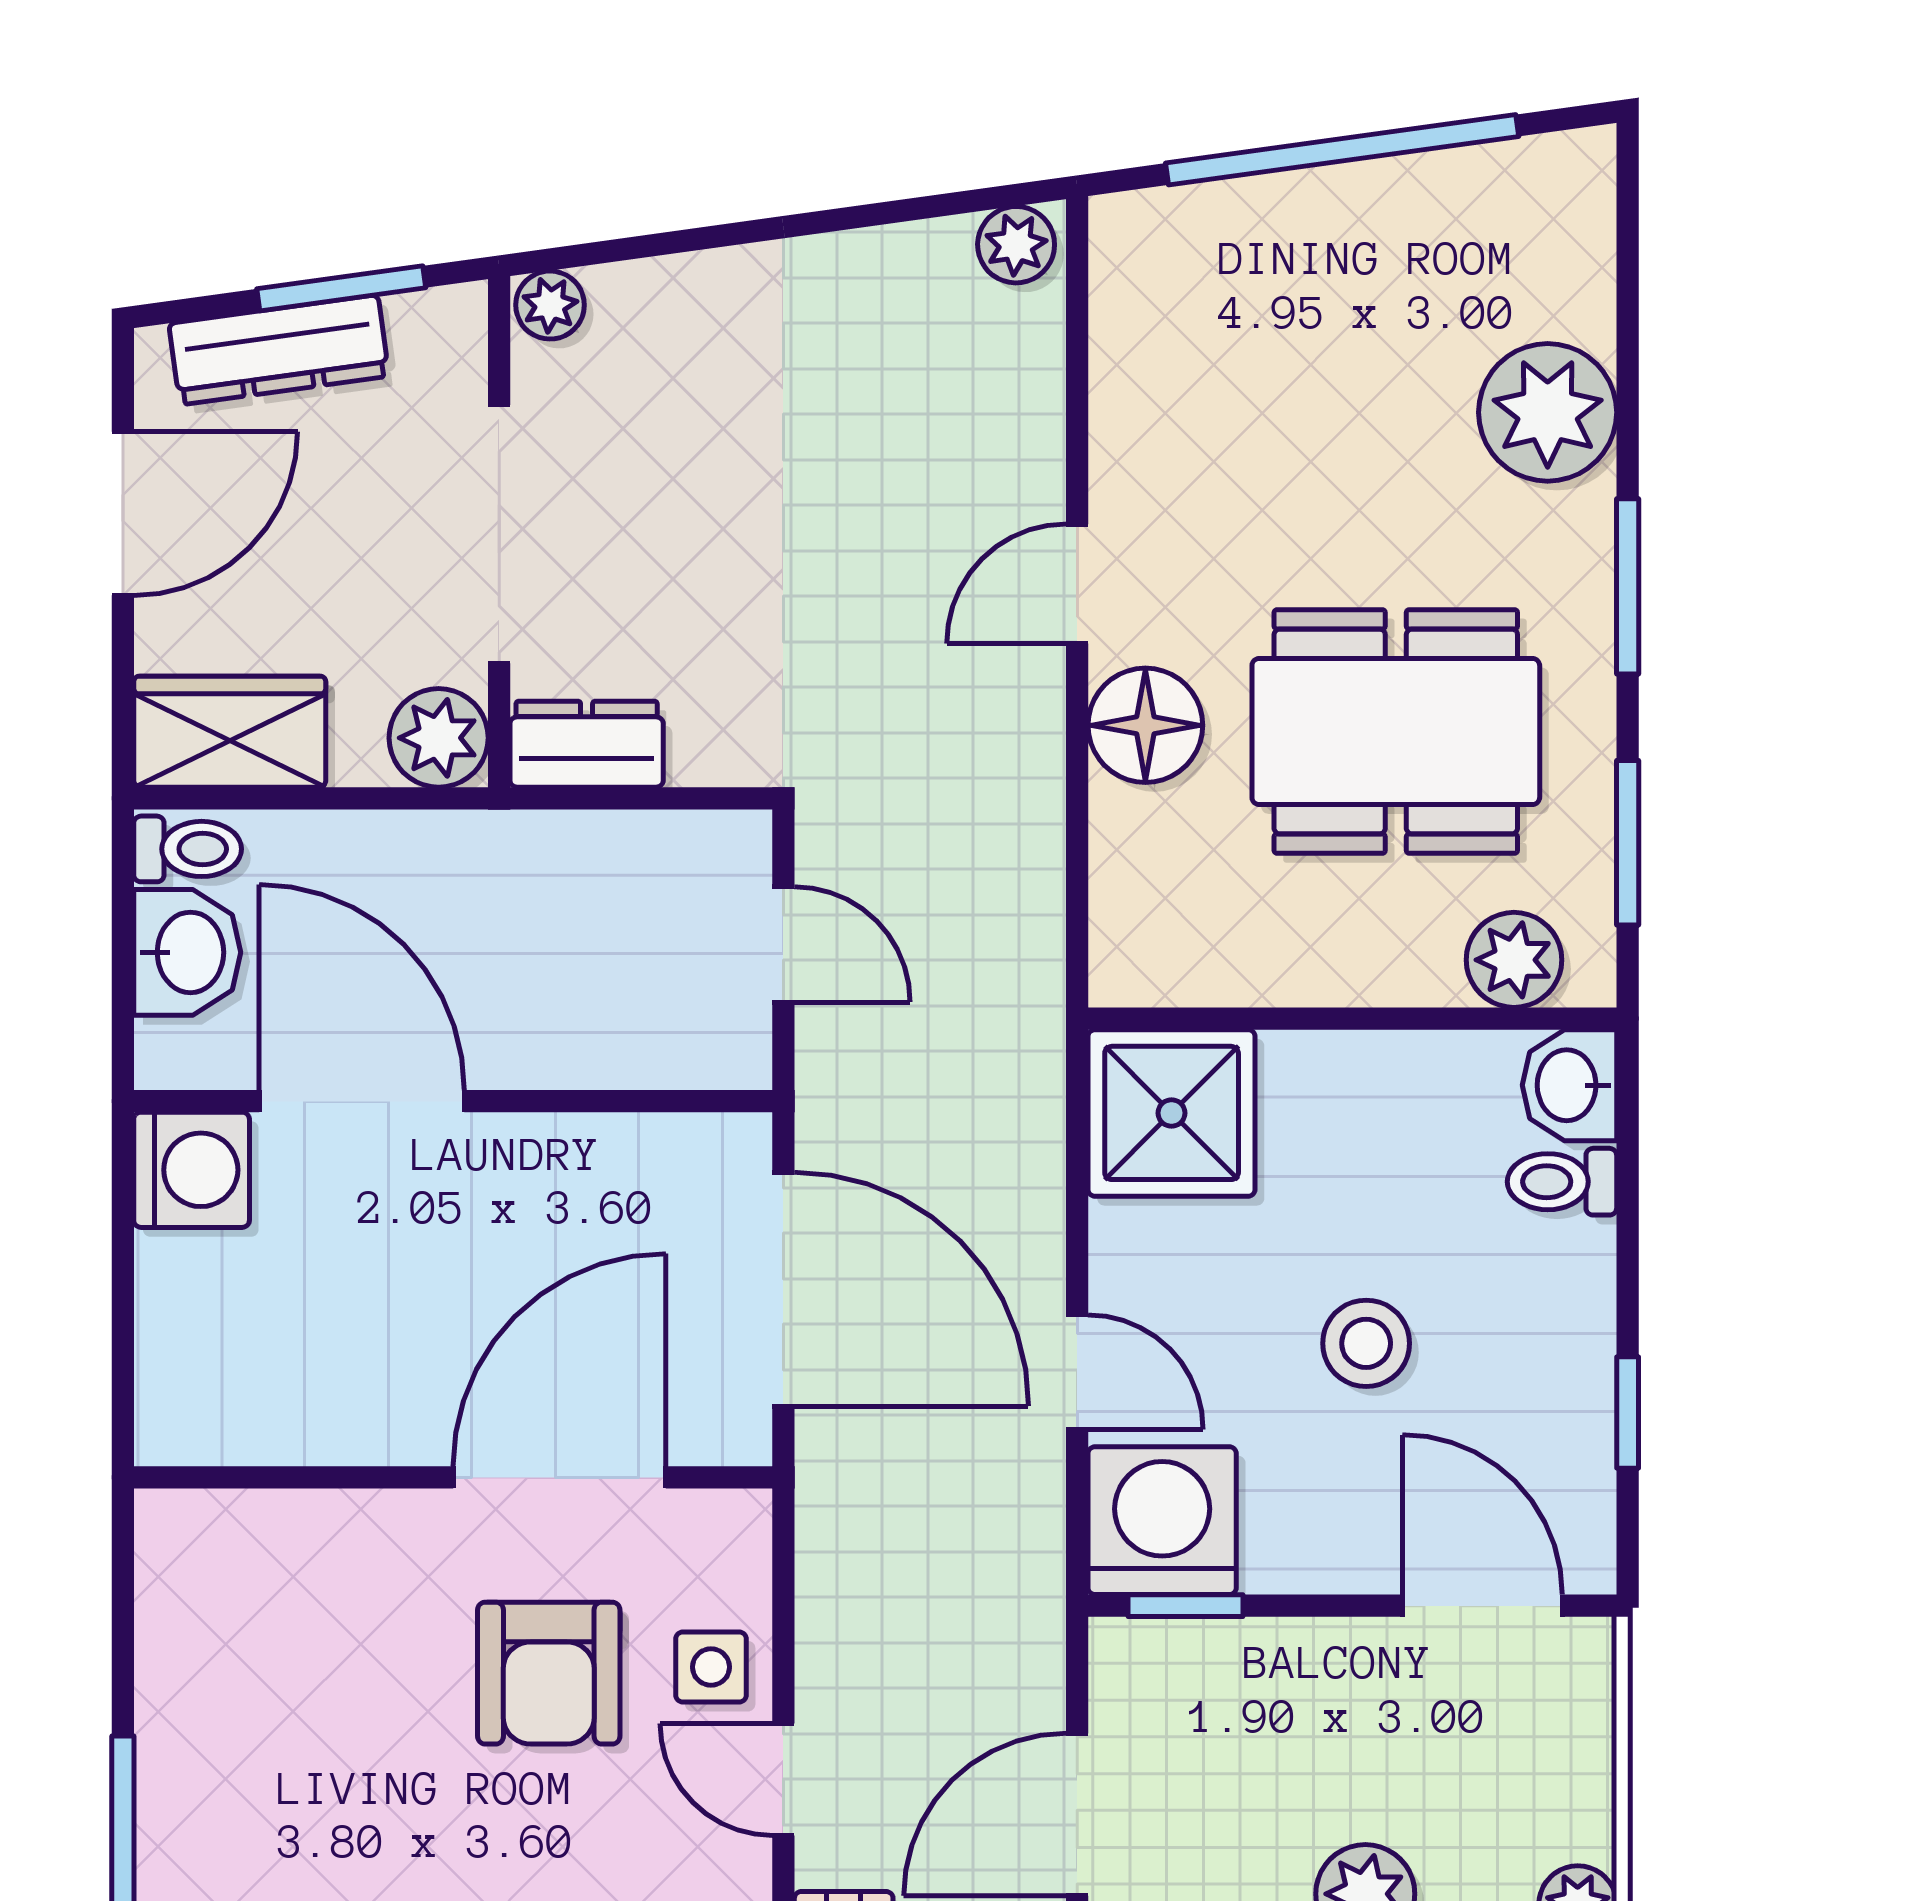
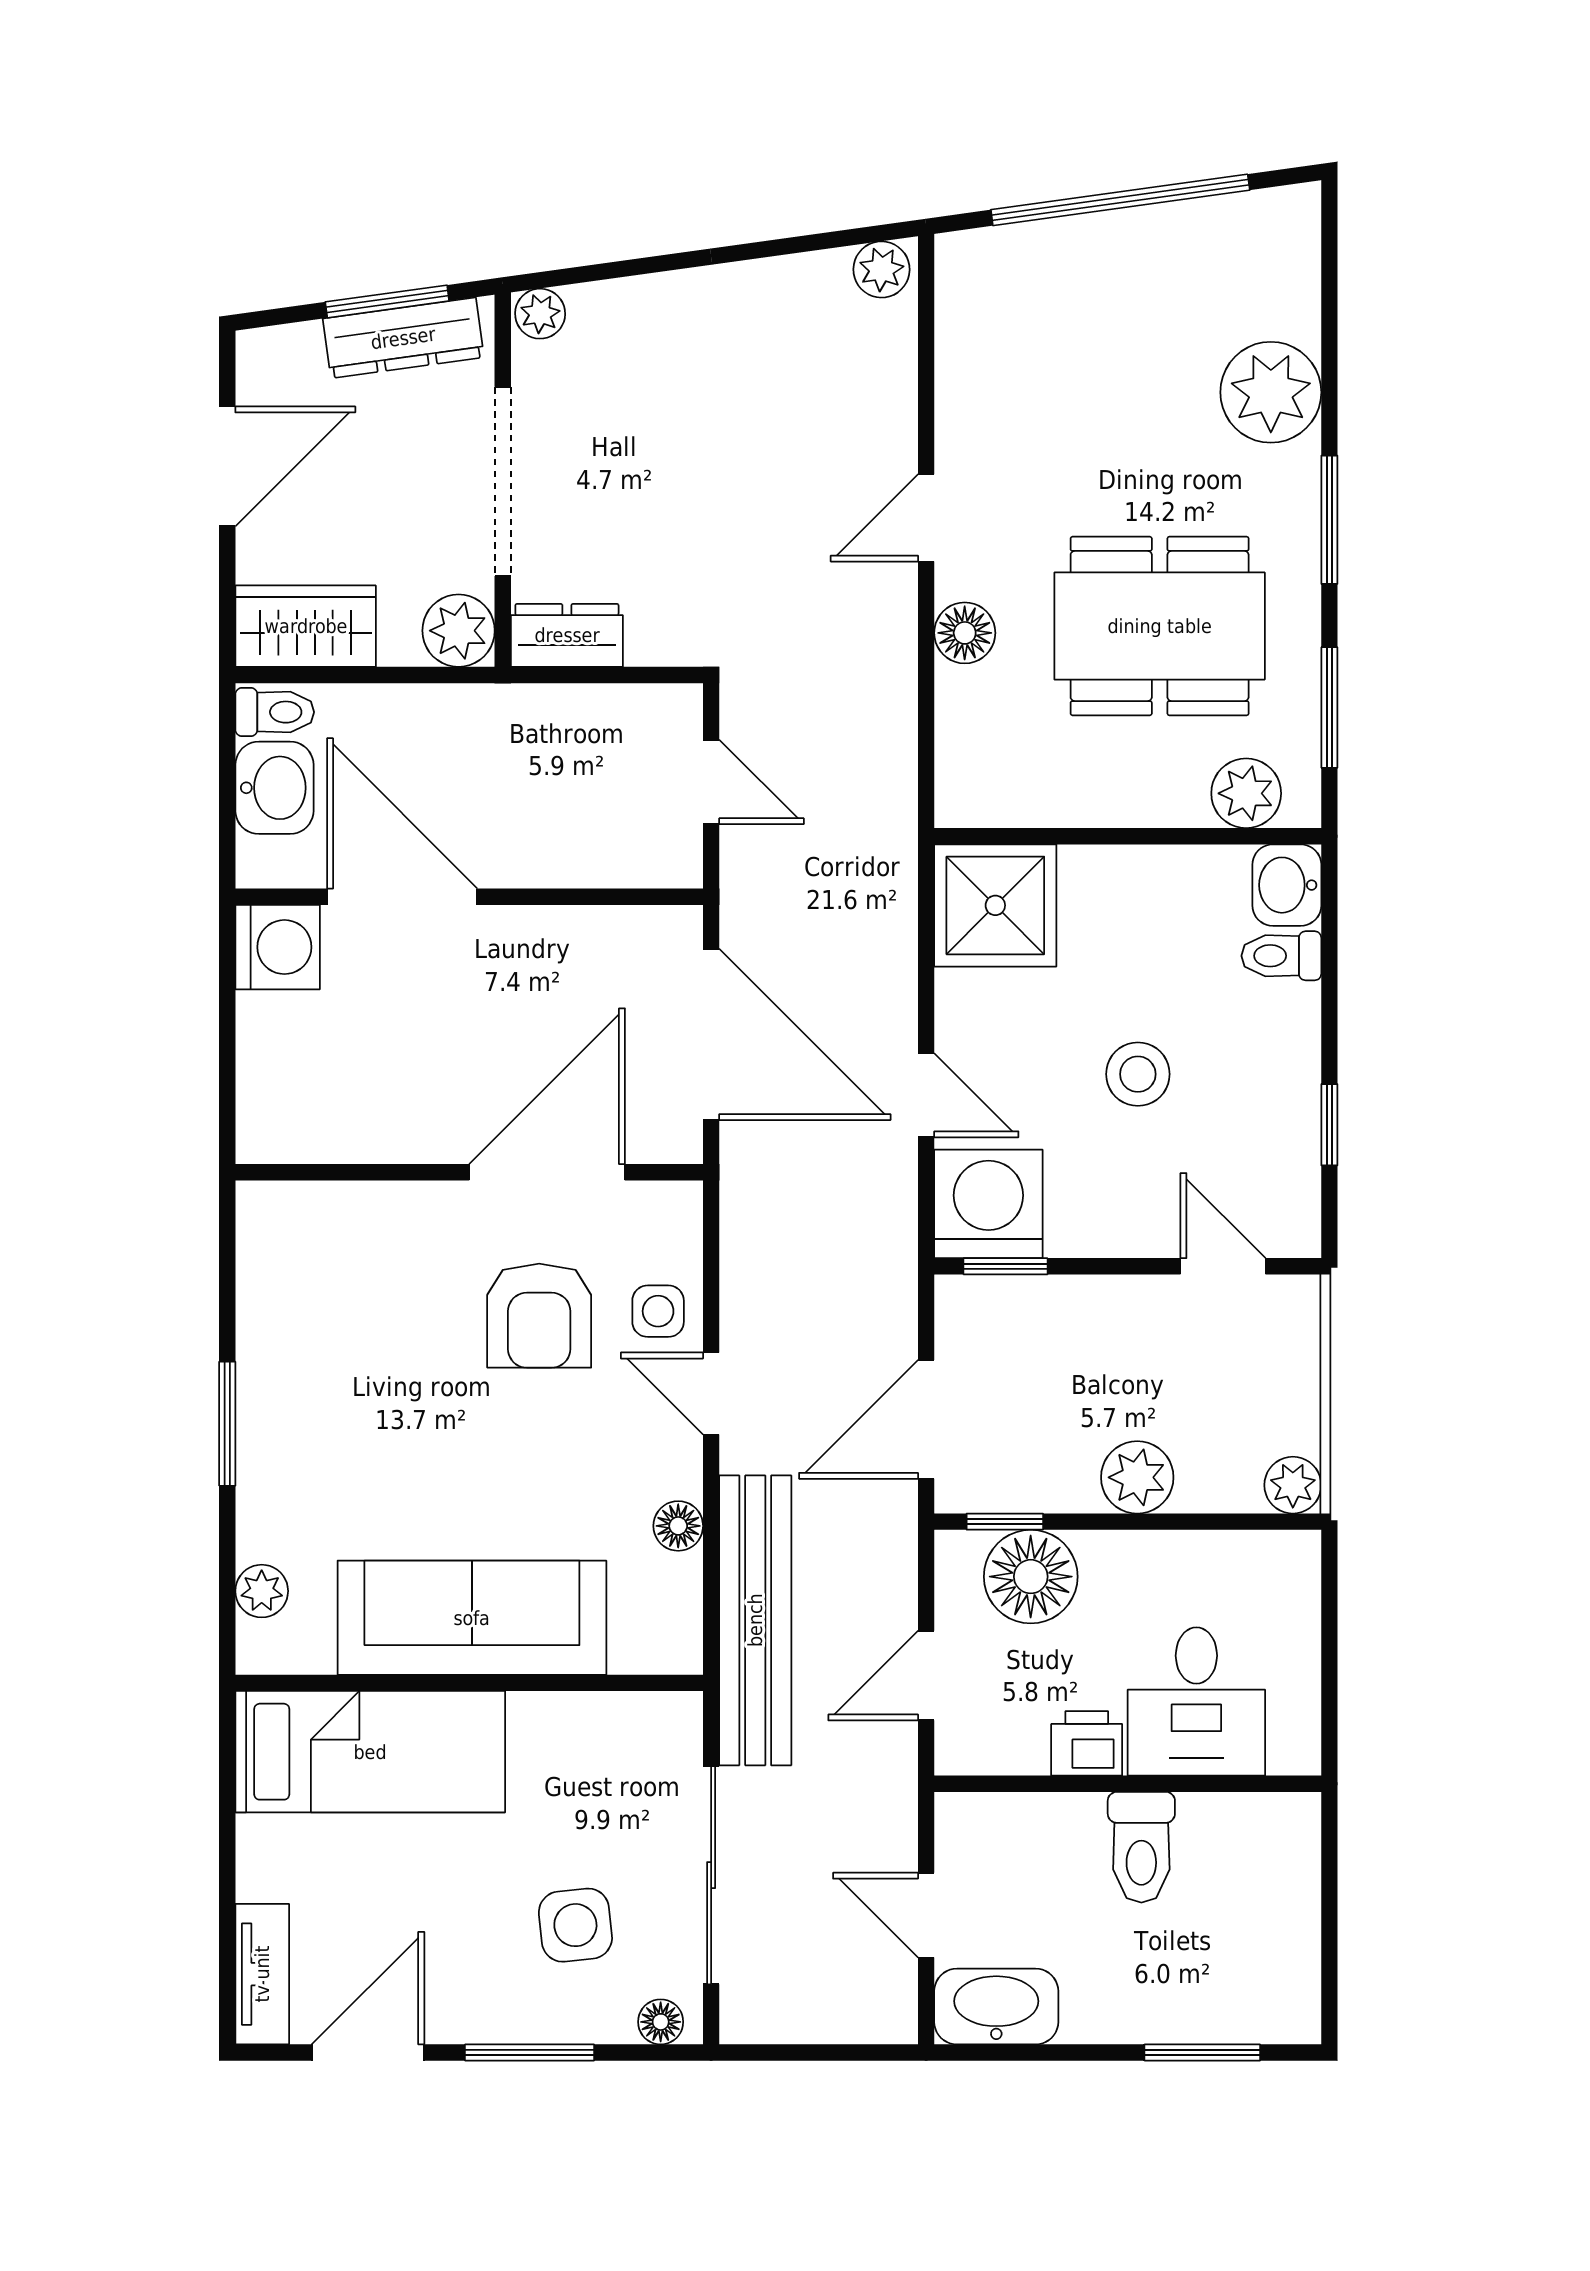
dresser: (279, 350) -> (403, 338), moved
floor lamp: (1145, 725) -> (965, 633), width x0.73, depth x0.73
door: (1482, 1606) -> (1223, 1266), width x0.73

